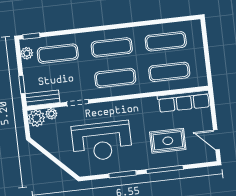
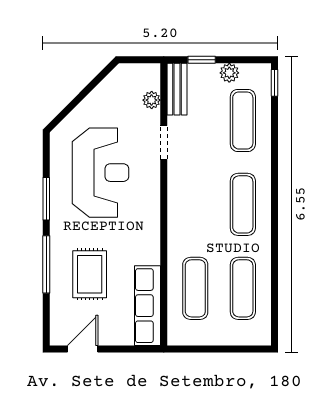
plant: (27, 53) -> (229, 73), moved
exercise mat: (115, 78) -> (195, 204), removed
plant: (36, 118) -> (147, 76), removed
reception desk: (102, 141) -> (101, 173), turned 180

